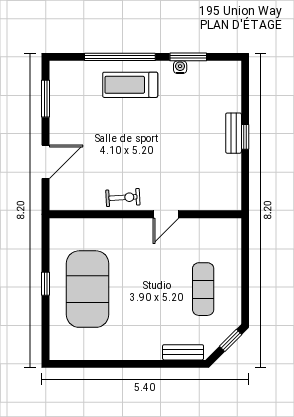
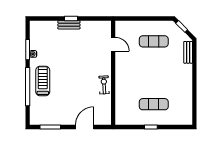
treadmill: (130, 85) -> (43, 81), turned 180
door: (46, 162) -> (85, 127), hinge flipped
door: (166, 214) -> (113, 44), moved
exercise mat: (88, 289) -> (154, 104), width x0.50, depth x0.69

